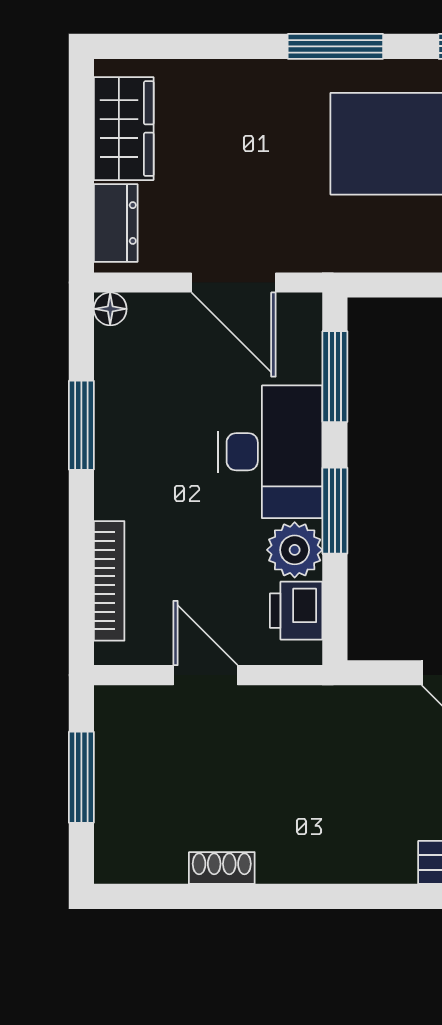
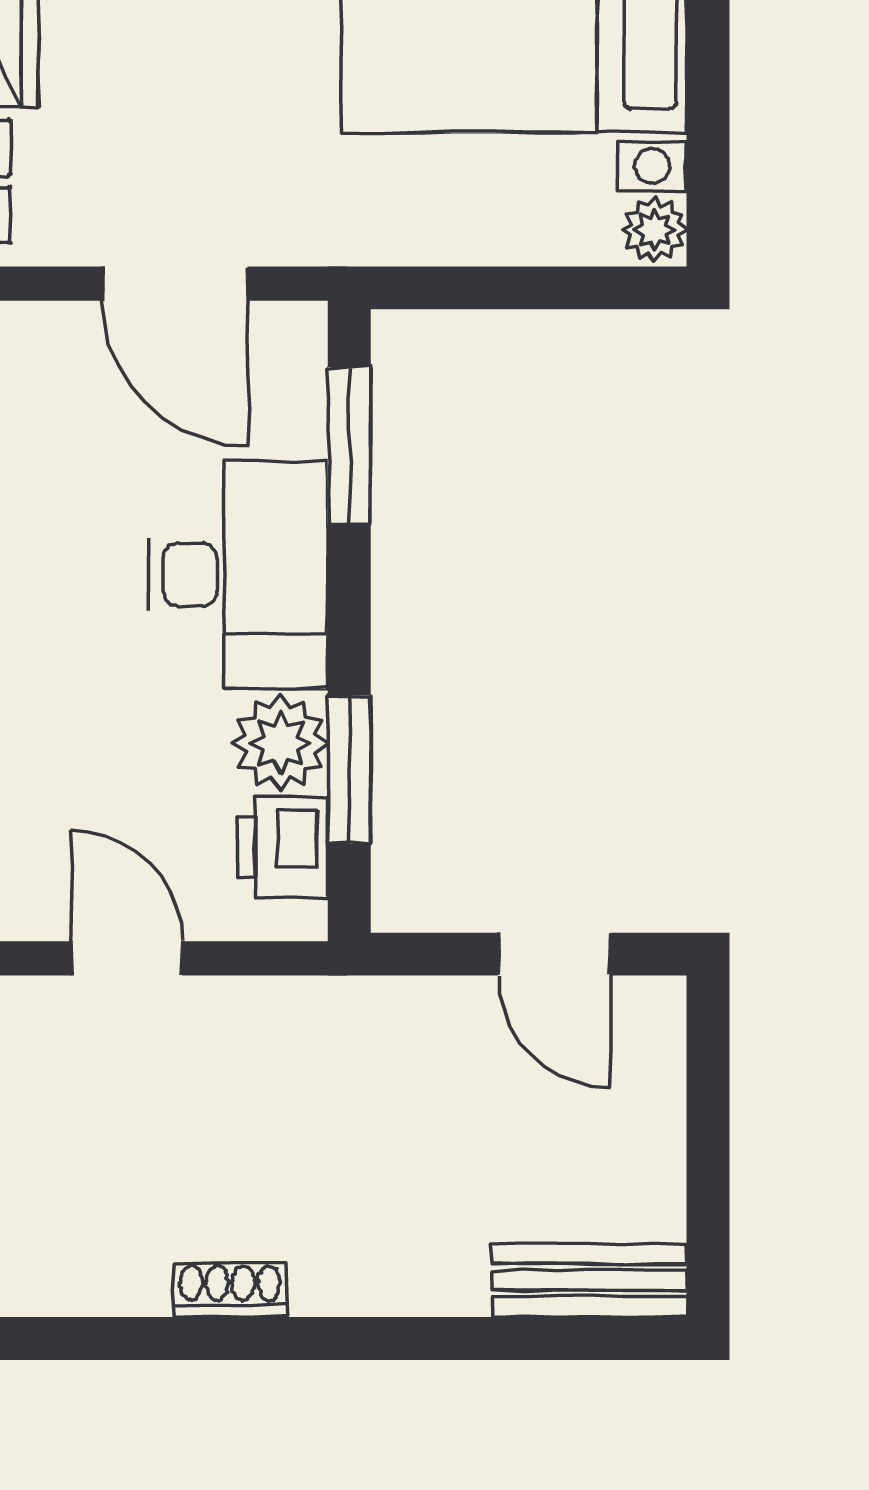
window: (335, 511) -> (349, 770), moved
shoe rack: (222, 868) -> (230, 1290), moved

